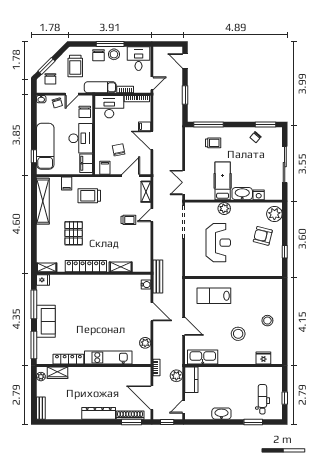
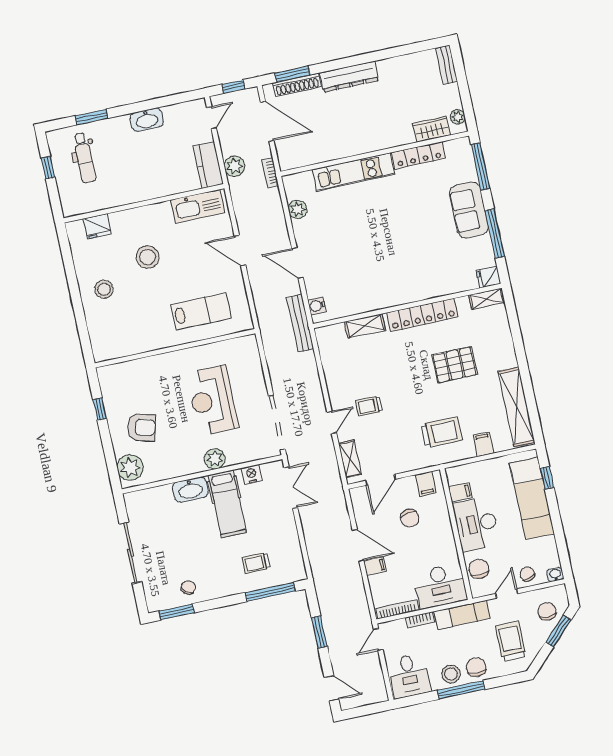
filing cabinet: (86, 163) -> (460, 492), width x0.50
nightstand: (259, 195) -> (251, 474), moved
pallet: (74, 233) -> (454, 365), turned 90

